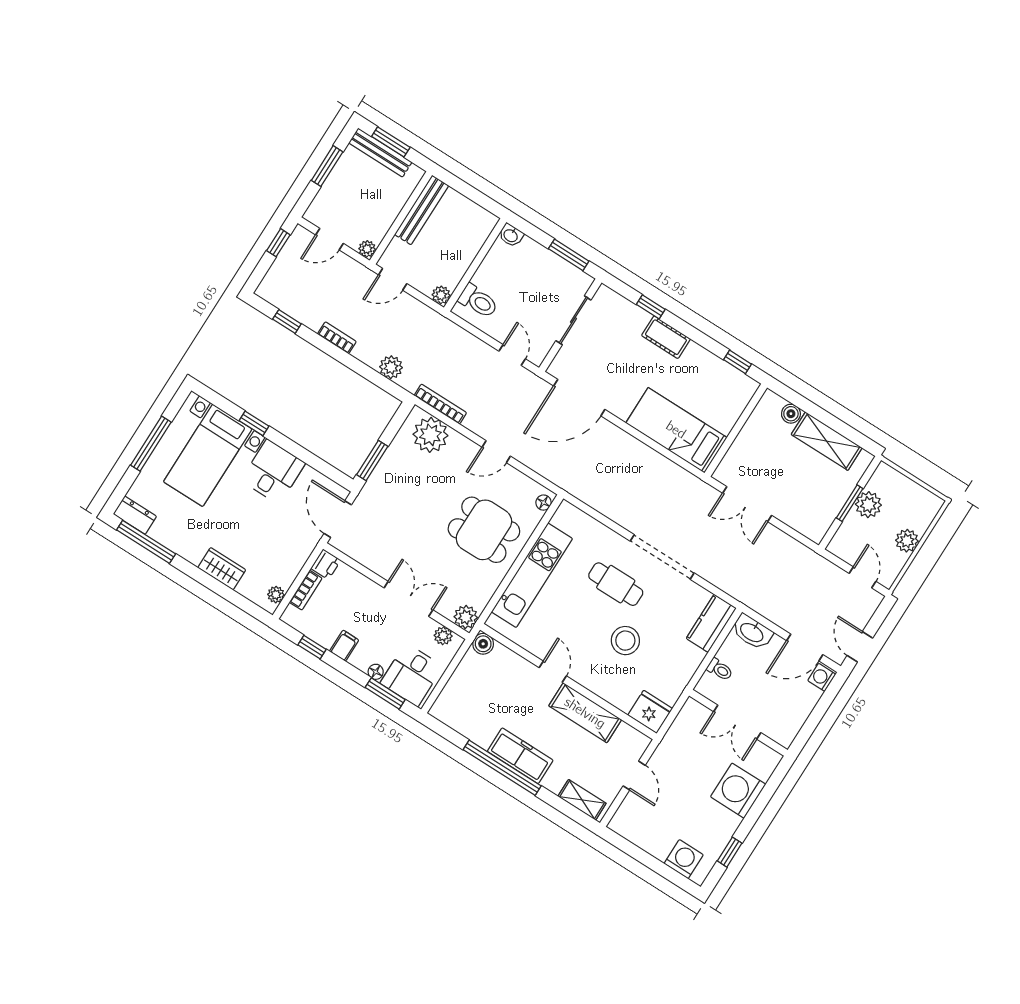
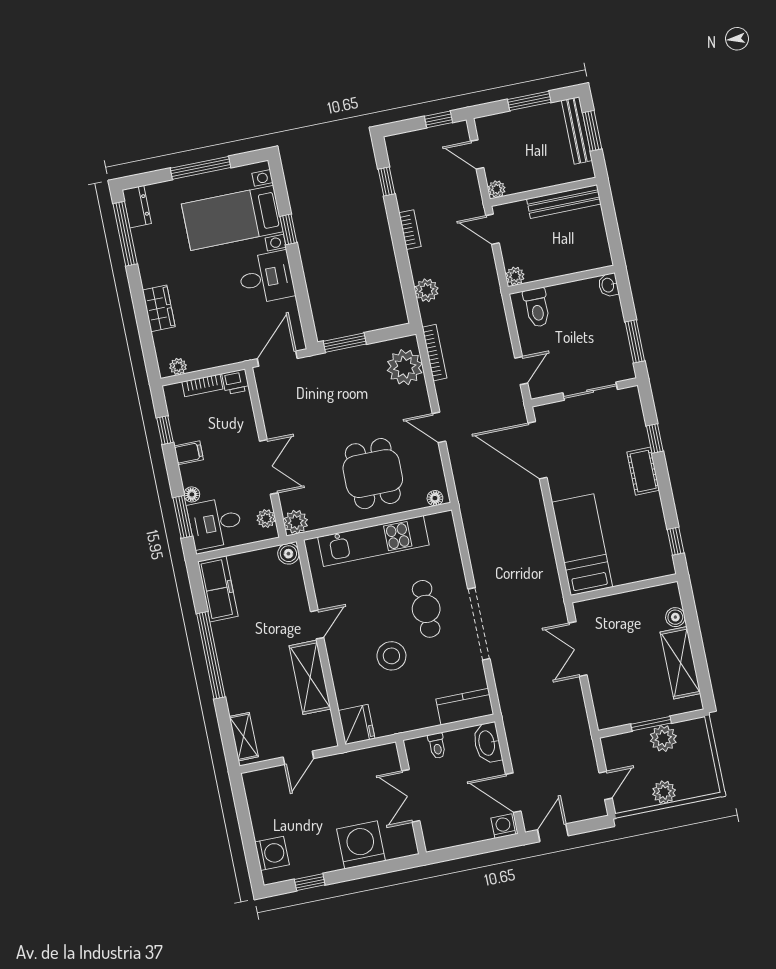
freezer: (520, 756) -> (218, 589), moved

